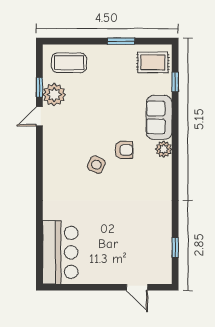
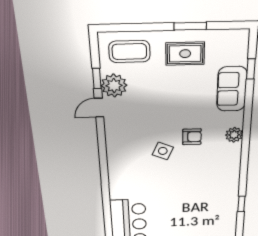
rug: (153, 62) -> (185, 54), moved
sofa: (159, 117) -> (232, 89), moved
window: (175, 247) -> (241, 204), moved

